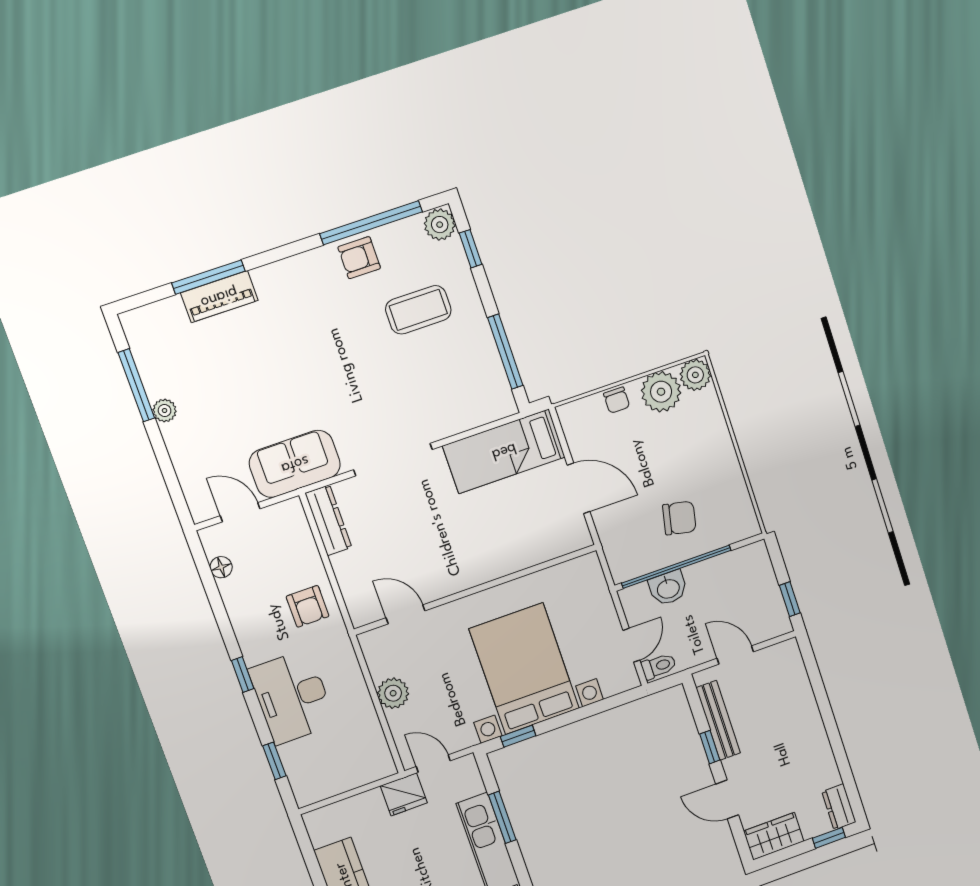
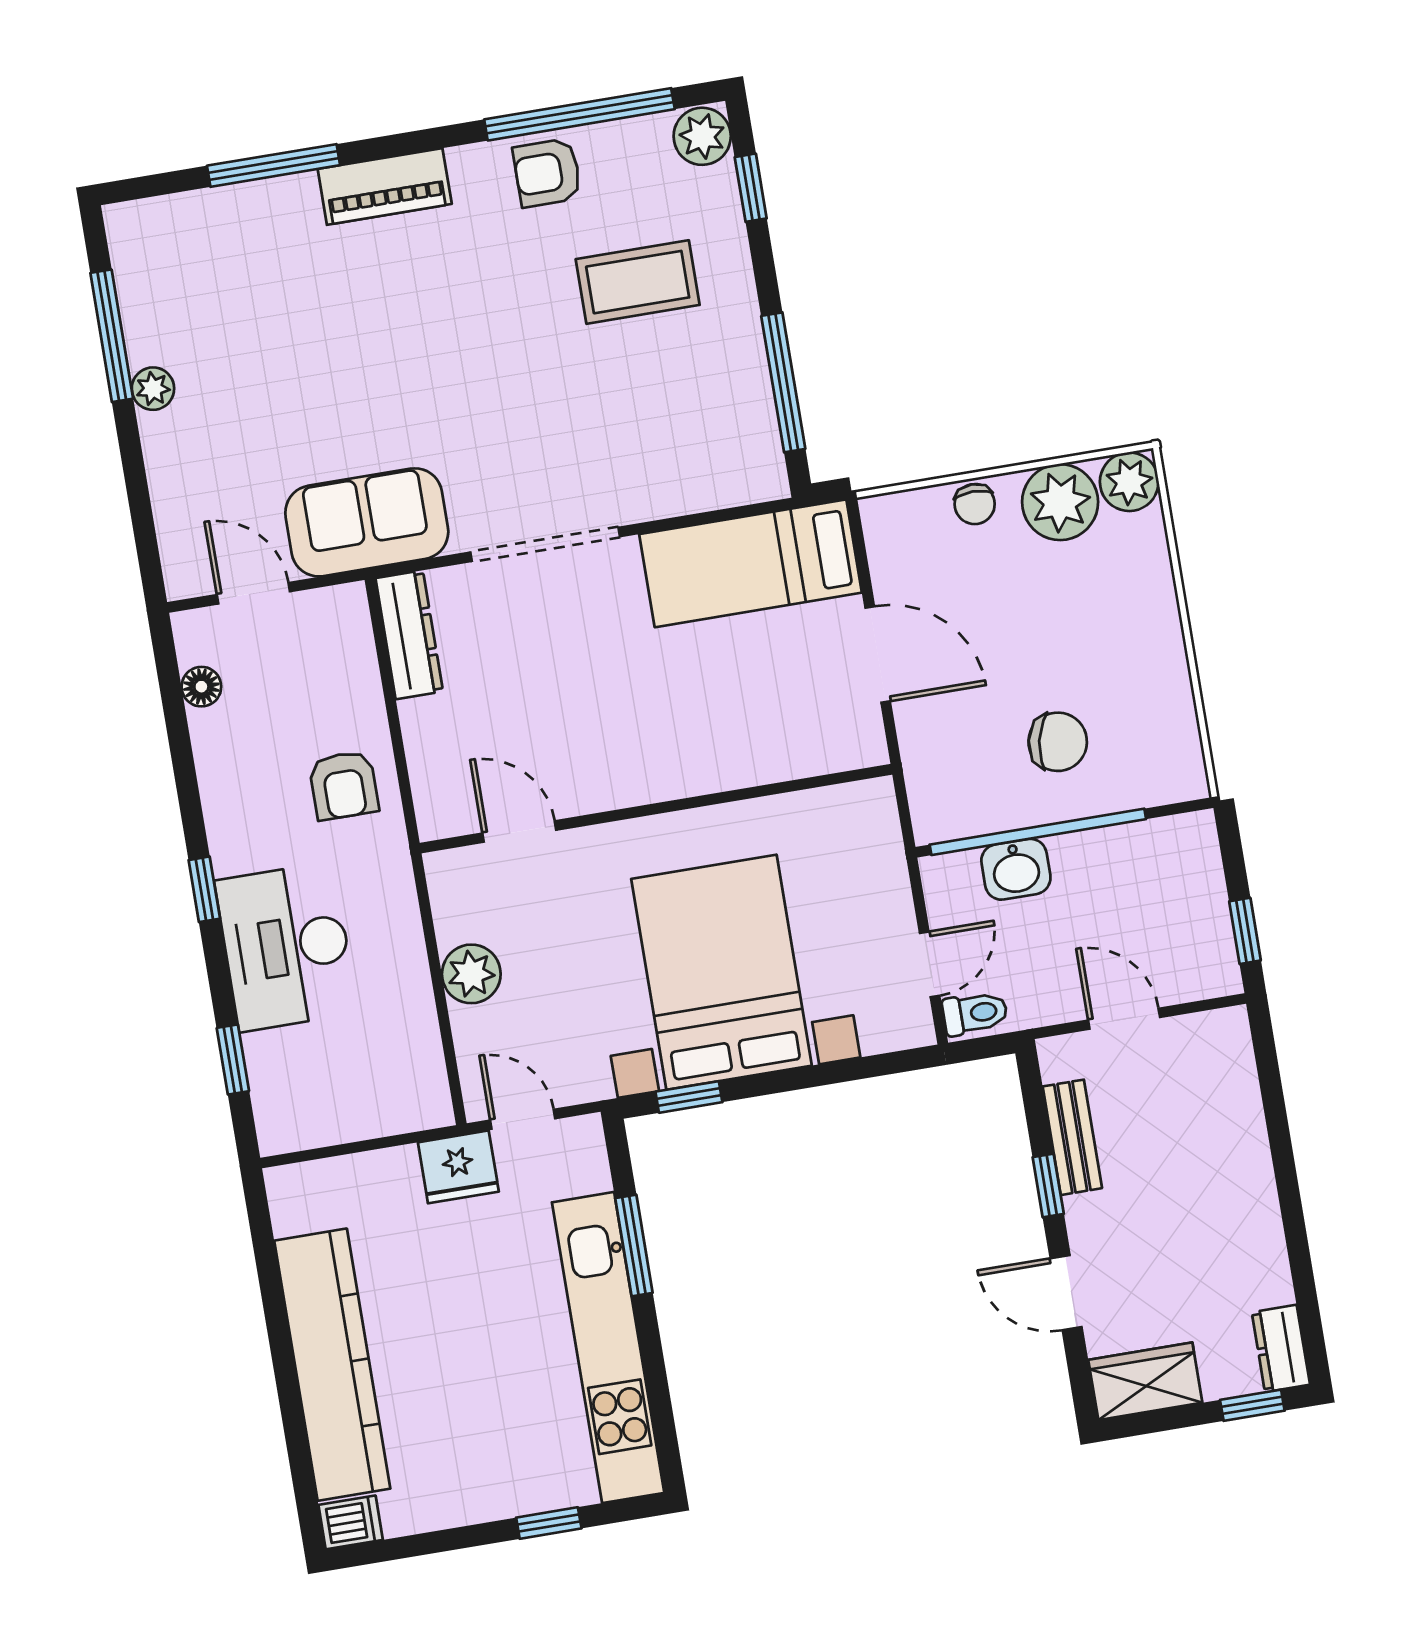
piano: (219, 297) -> (385, 186), moved
bench: (718, 720) -> (1072, 1137), width x0.73

